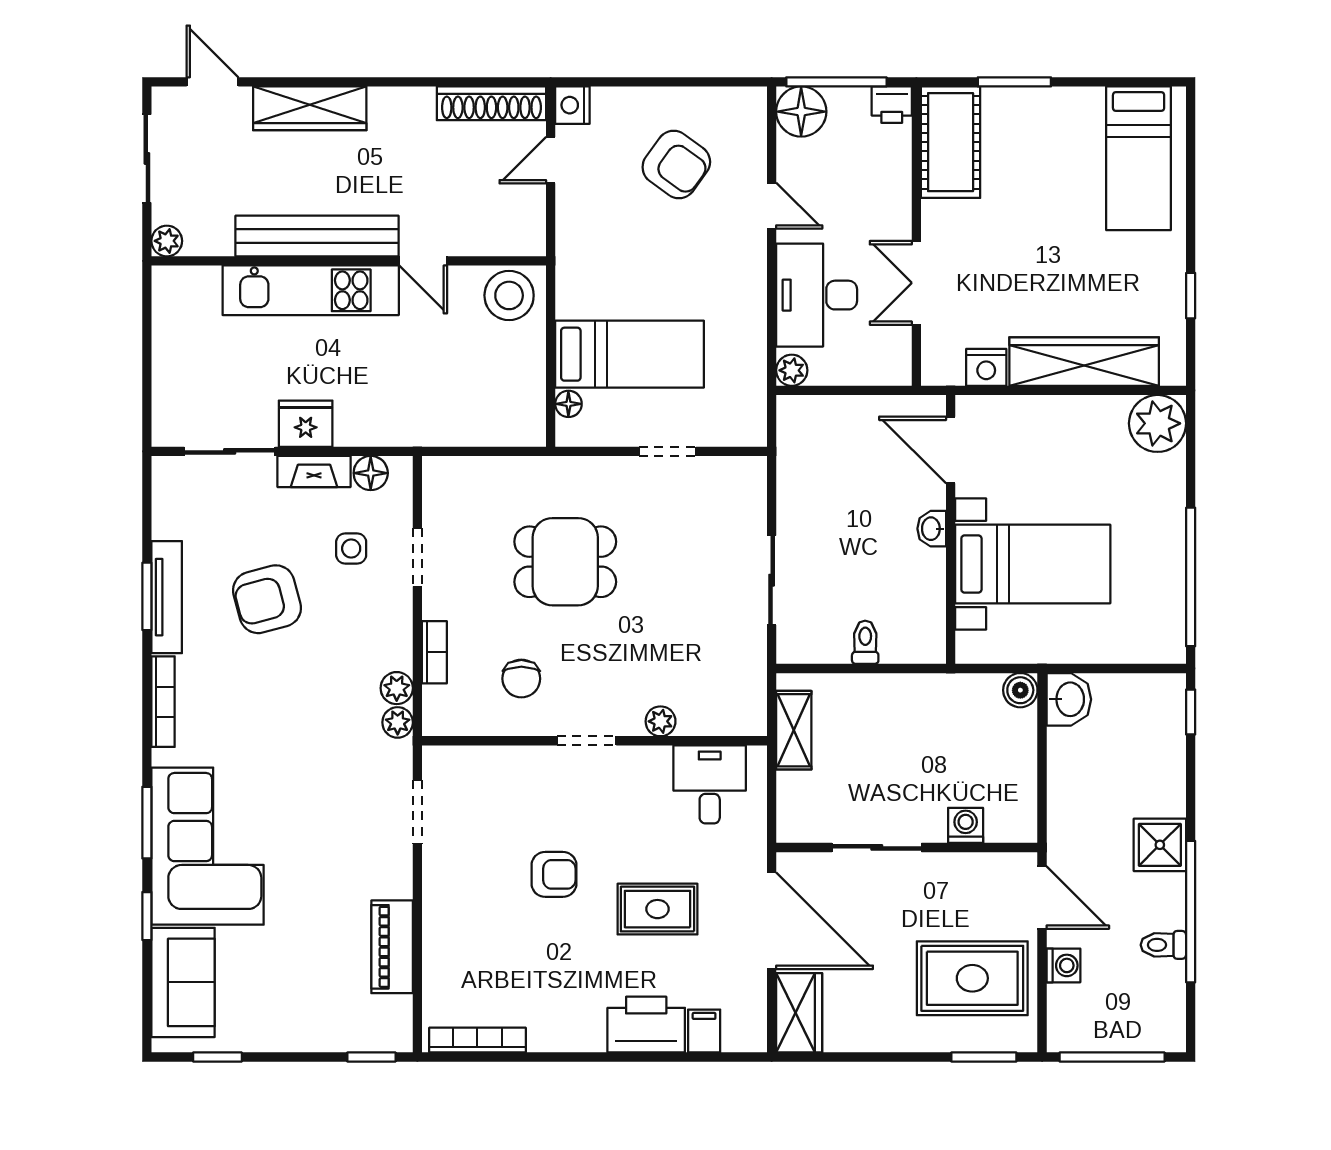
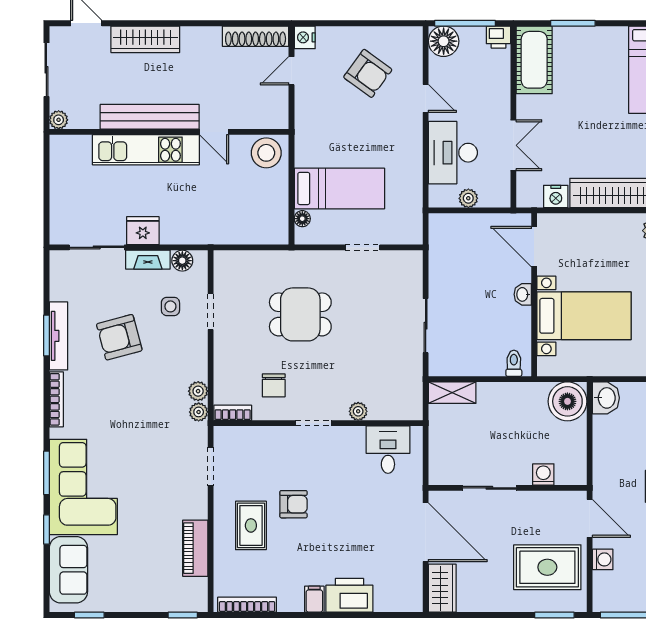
double door: (916, 283) -> (513, 145), swing flipped
plant: (792, 370) -> (468, 198), moved
toilet: (865, 642) -> (514, 363), moved
bookcase: (434, 652) -> (233, 413), moved, turned -90
boiler: (1020, 690) -> (567, 401), width x1.86, depth x1.86
shelving: (794, 730) -> (452, 393), moved, turned 90
rug: (657, 909) -> (251, 525), moved, turned 90
filing cabinet: (704, 1031) -> (314, 599), moved

